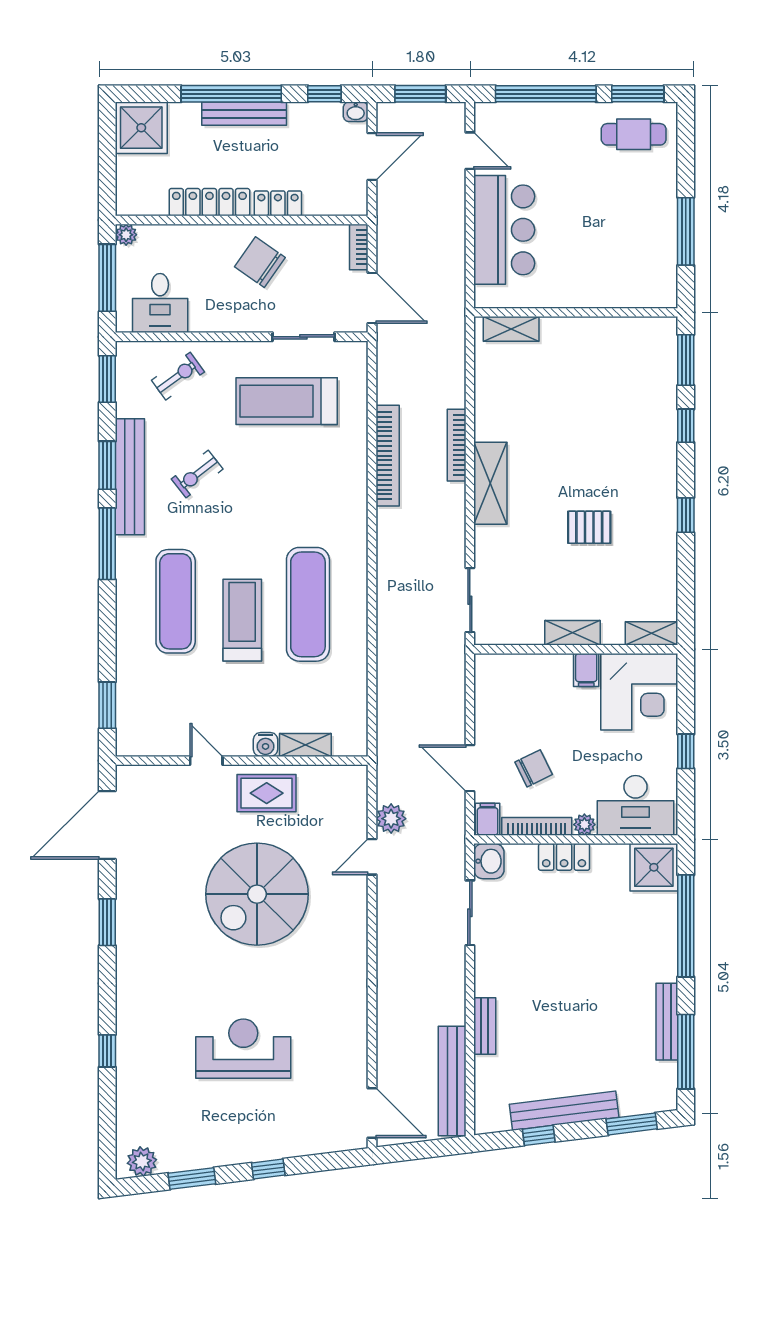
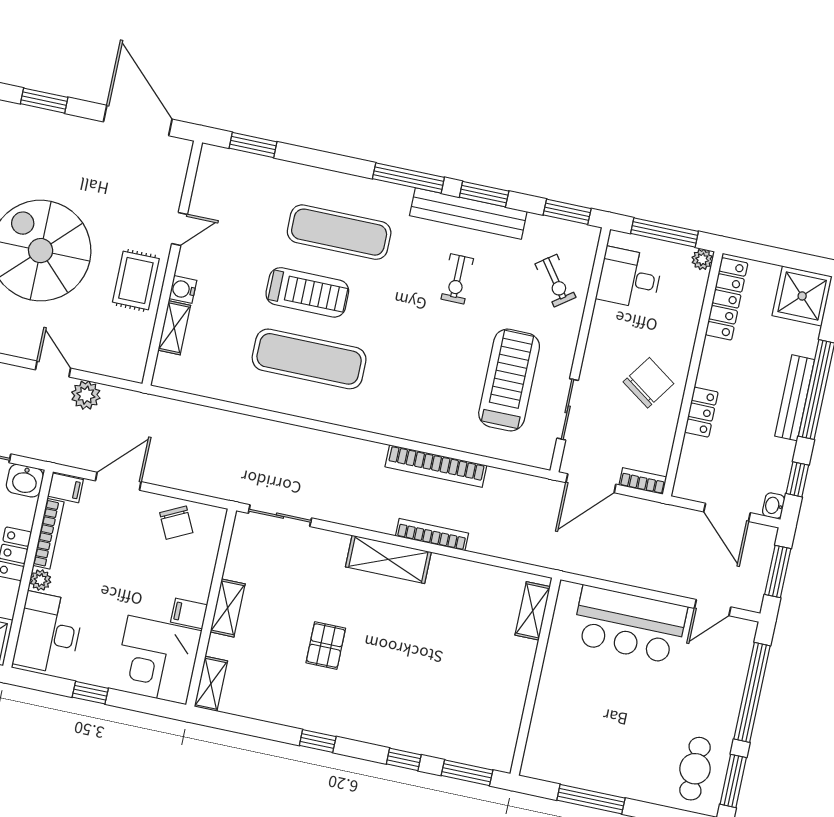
locker: (209, 202) -> (727, 299), moved
exercise bike: (197, 474) -> (457, 279), turned -142
chair: (534, 768) -> (176, 523), moved

